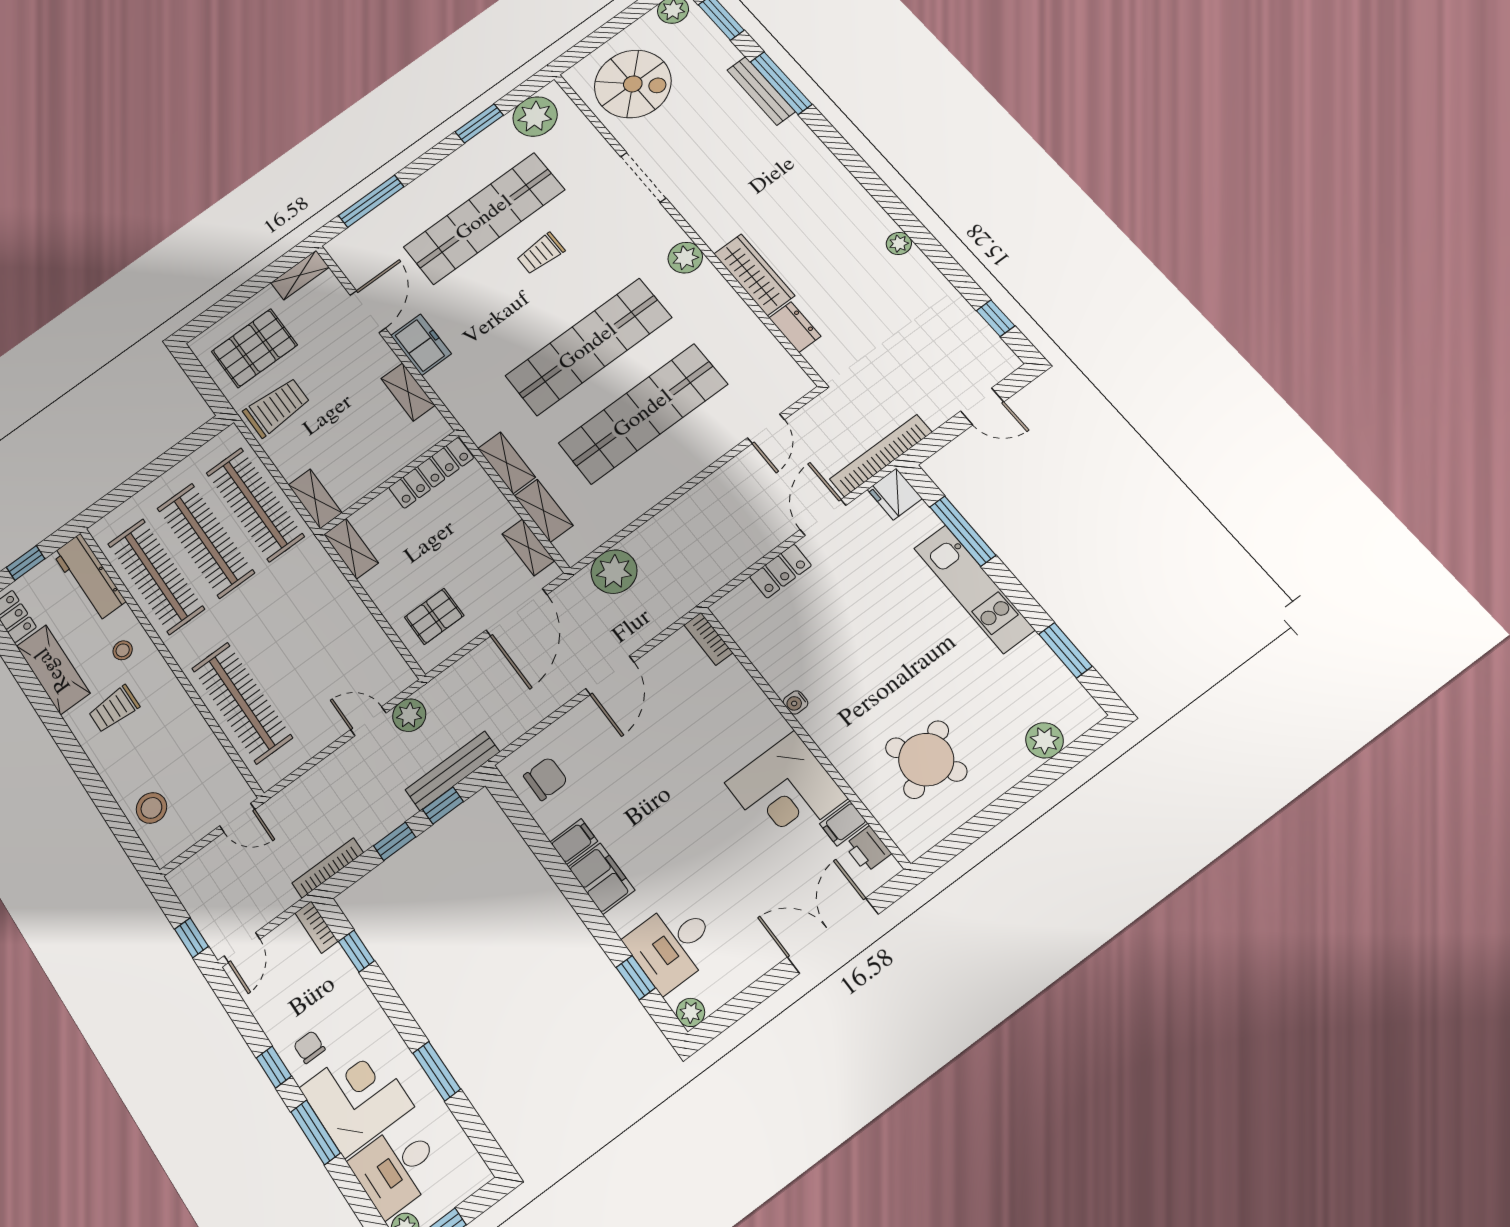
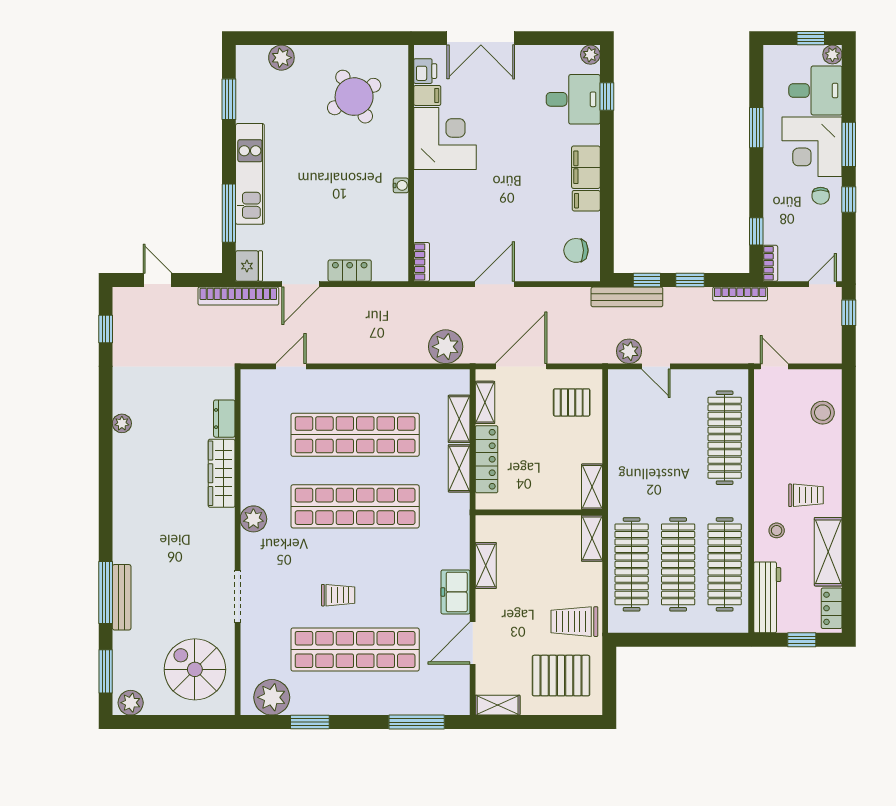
locker: (431, 473) -> (487, 459), moved, turned 90

